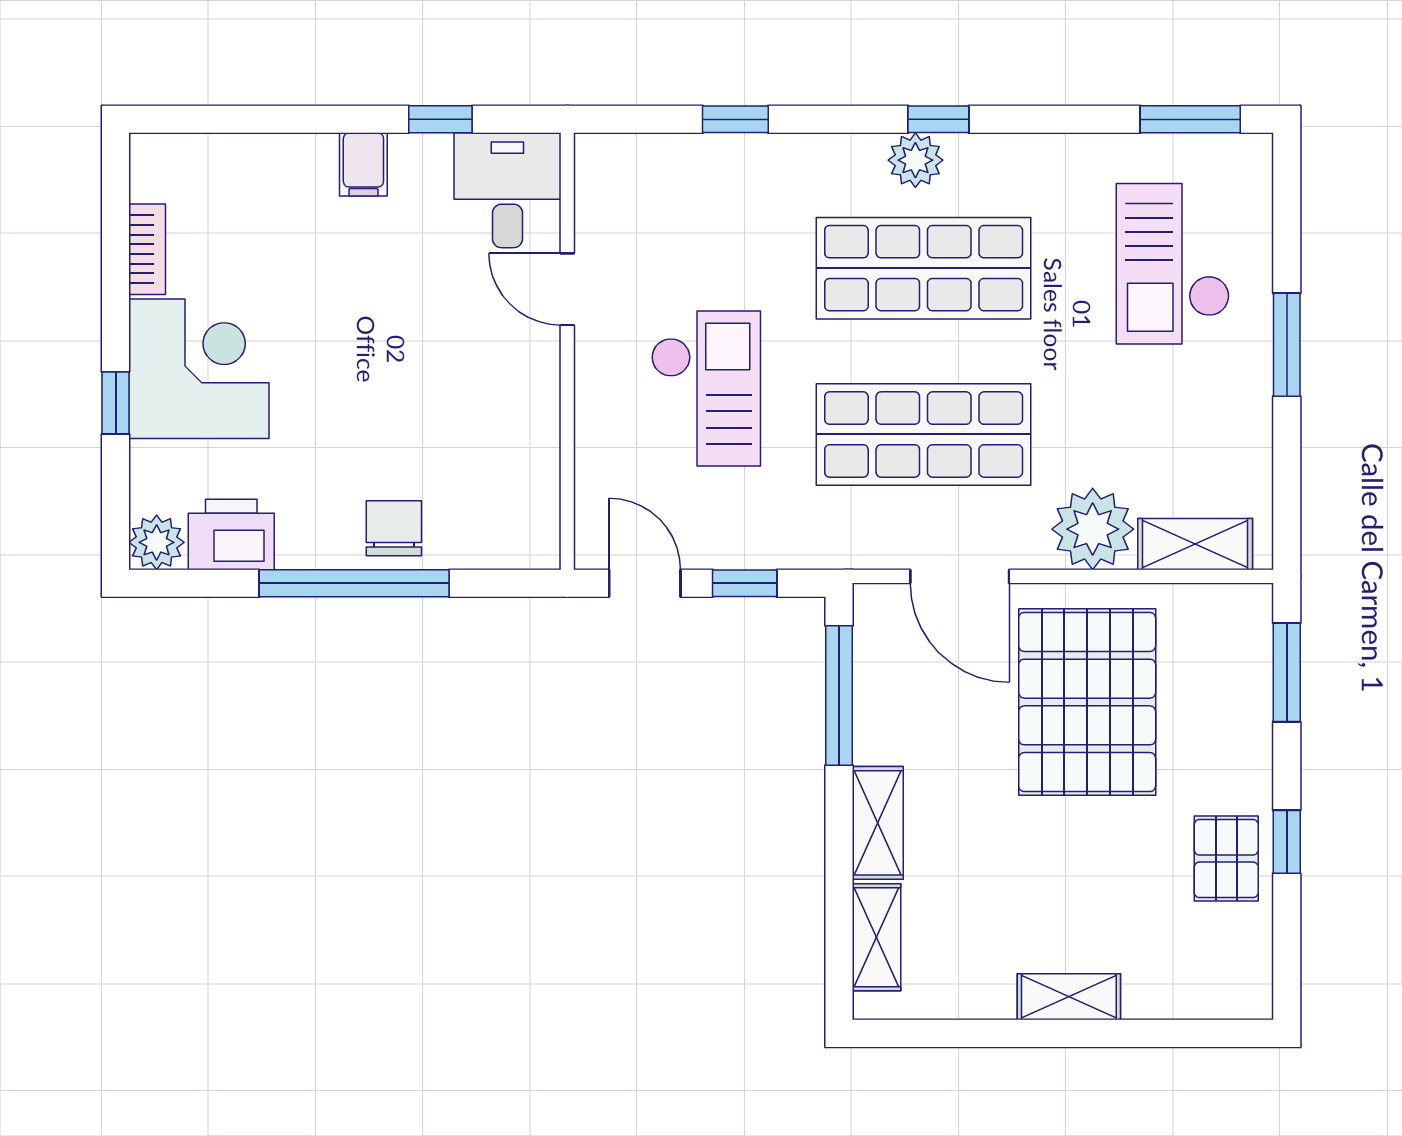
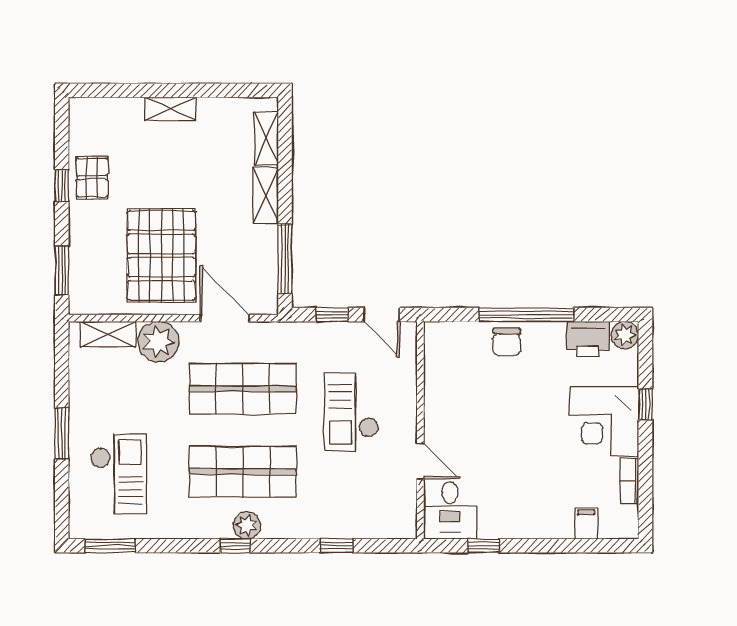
filing cabinet: (363, 164) -> (586, 523), moved

